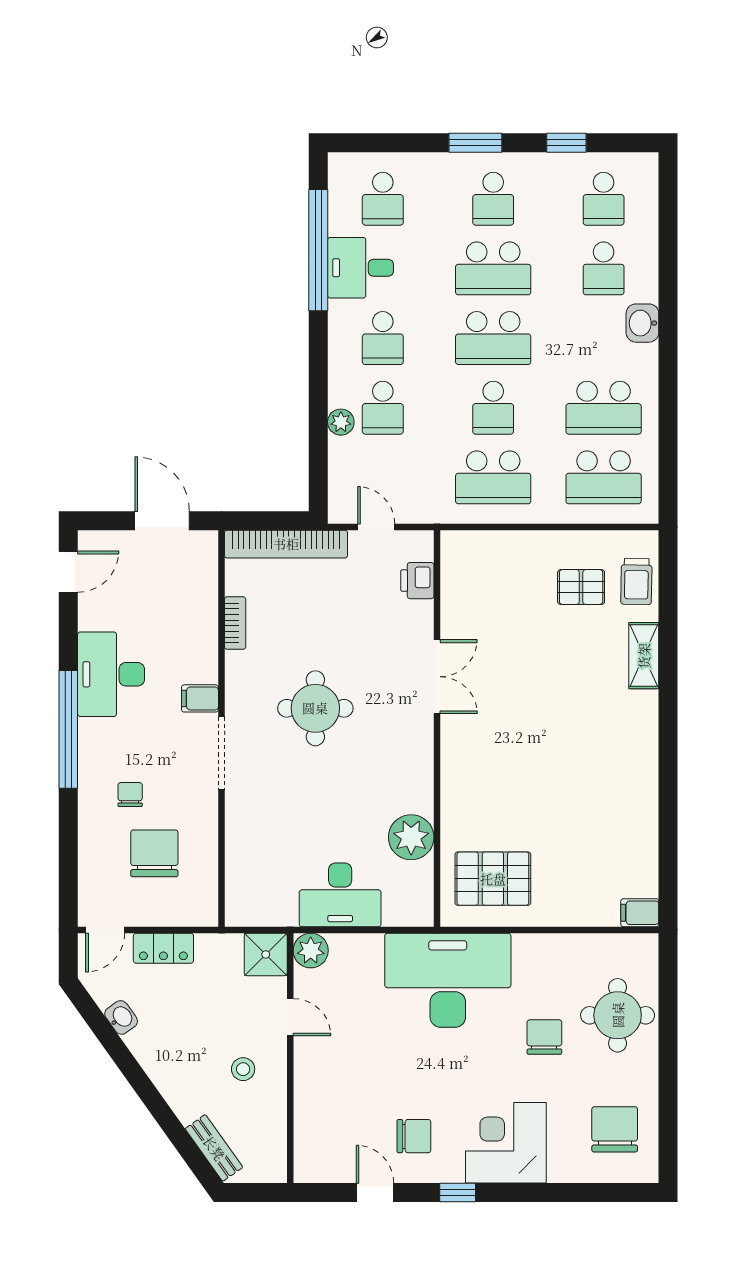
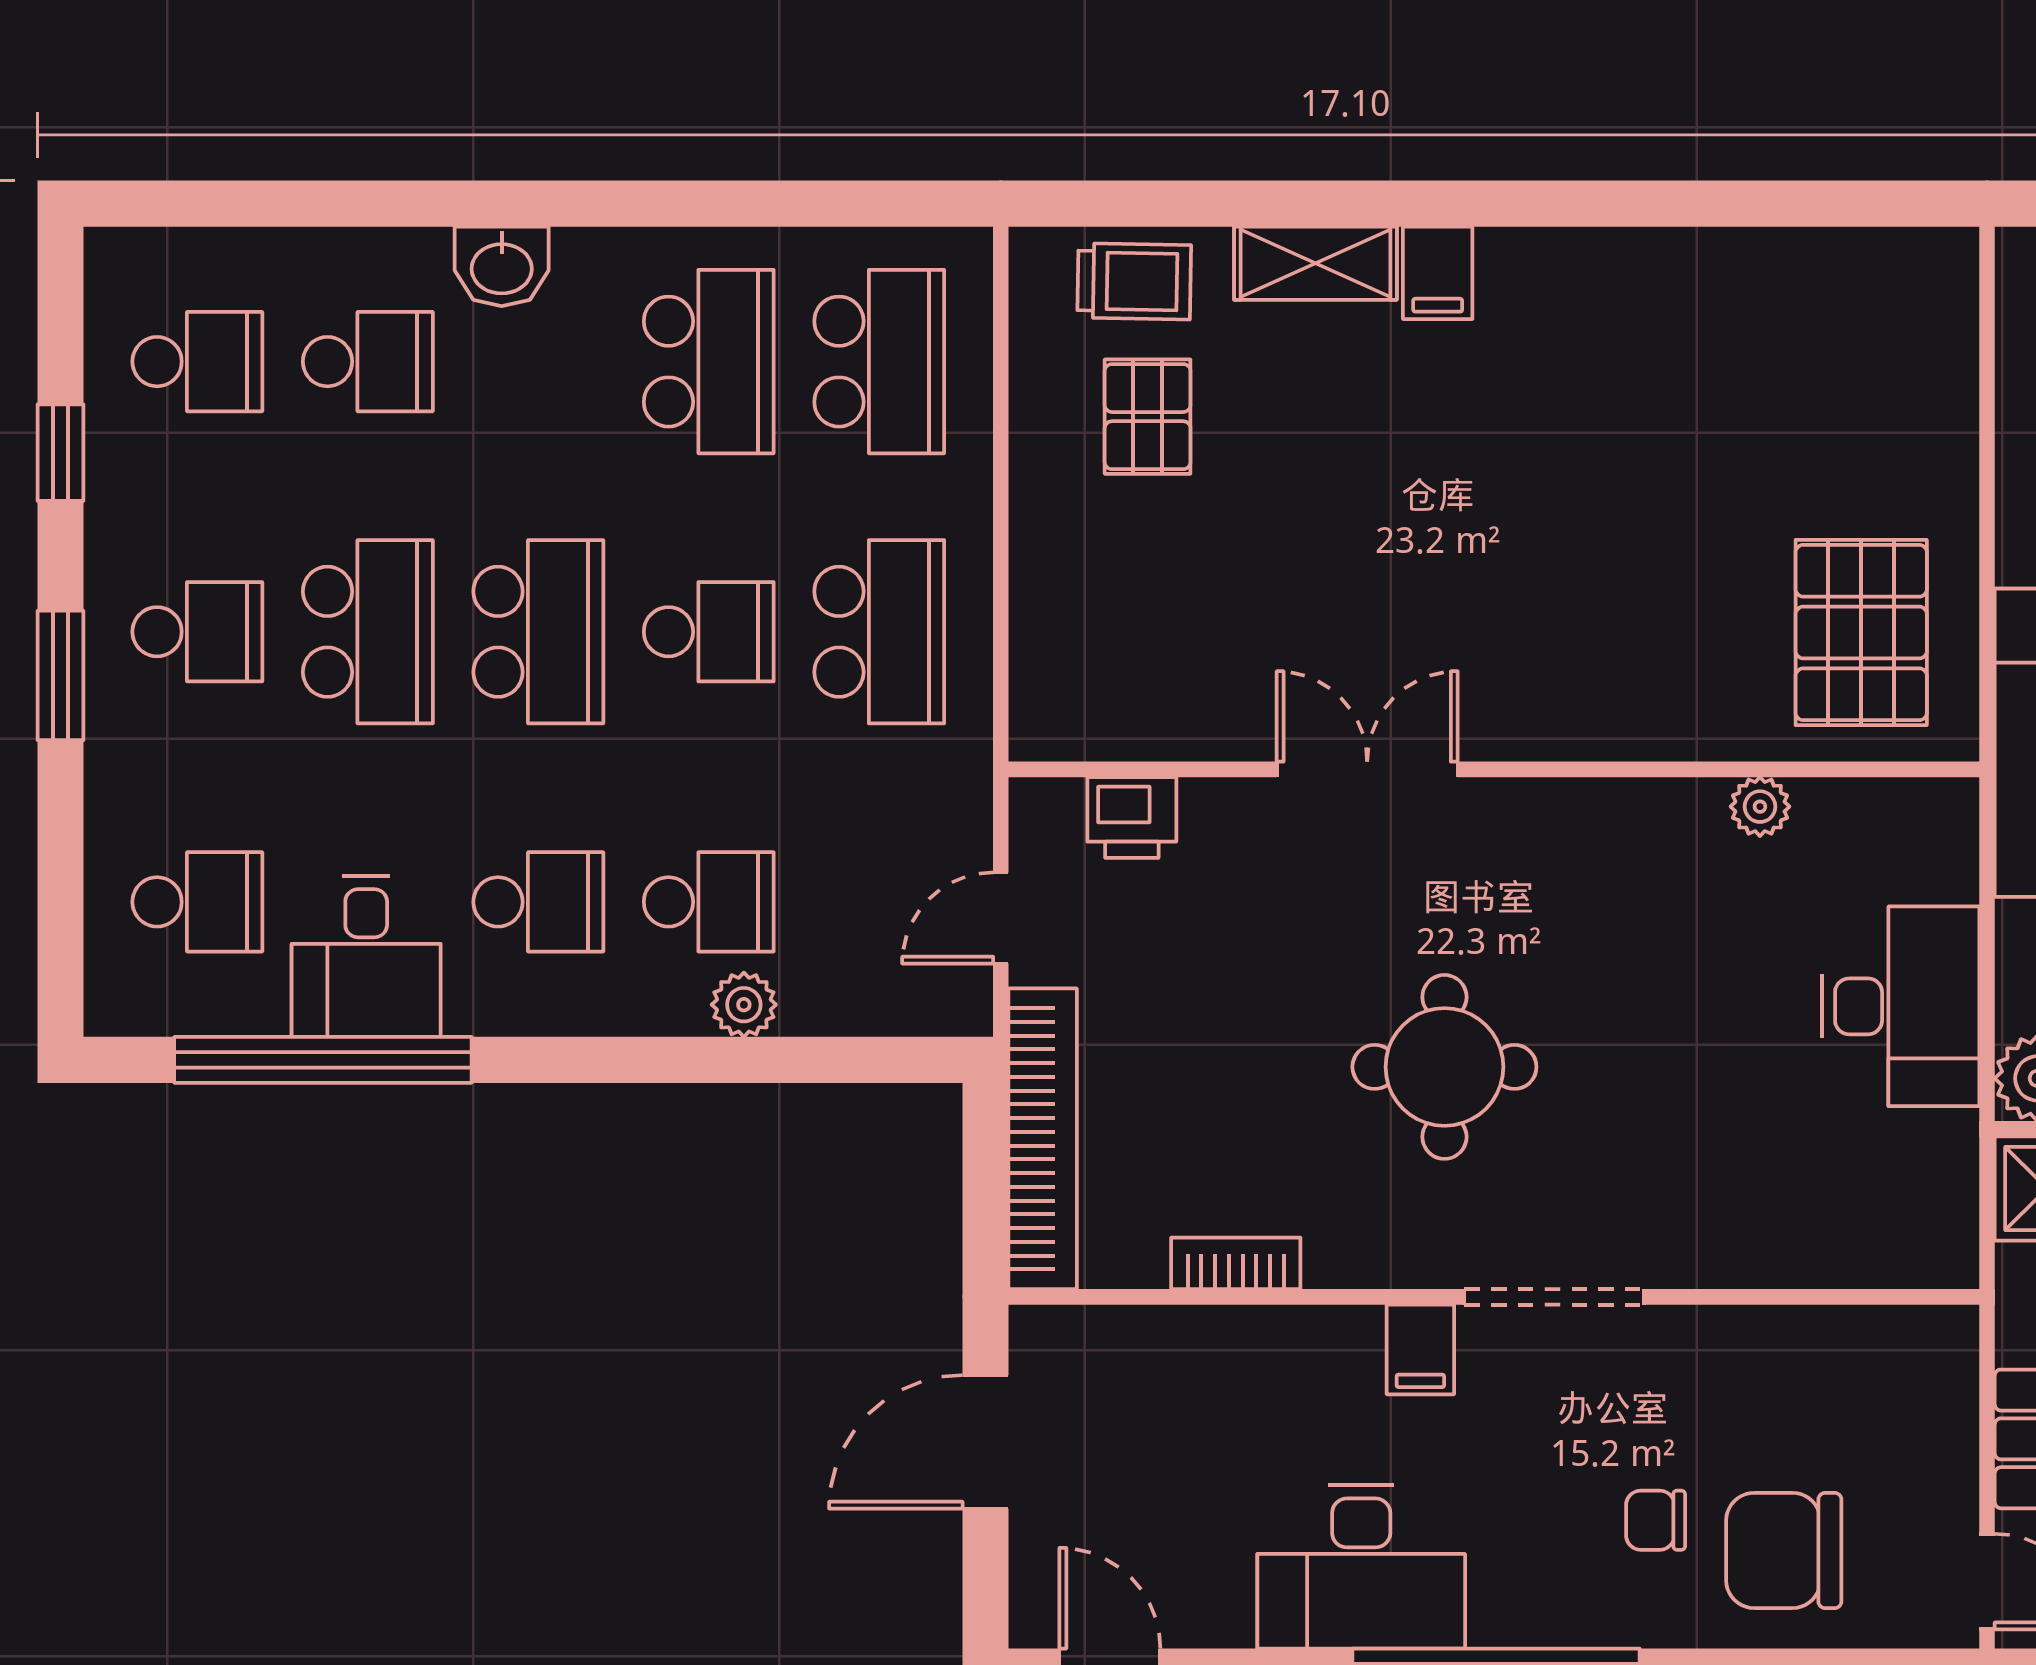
plant: (411, 837) -> (1760, 807), width x0.53, depth x0.53
chair: (154, 853) -> (1784, 1550), moved
filing cabinet: (640, 913) -> (1438, 273), moved

